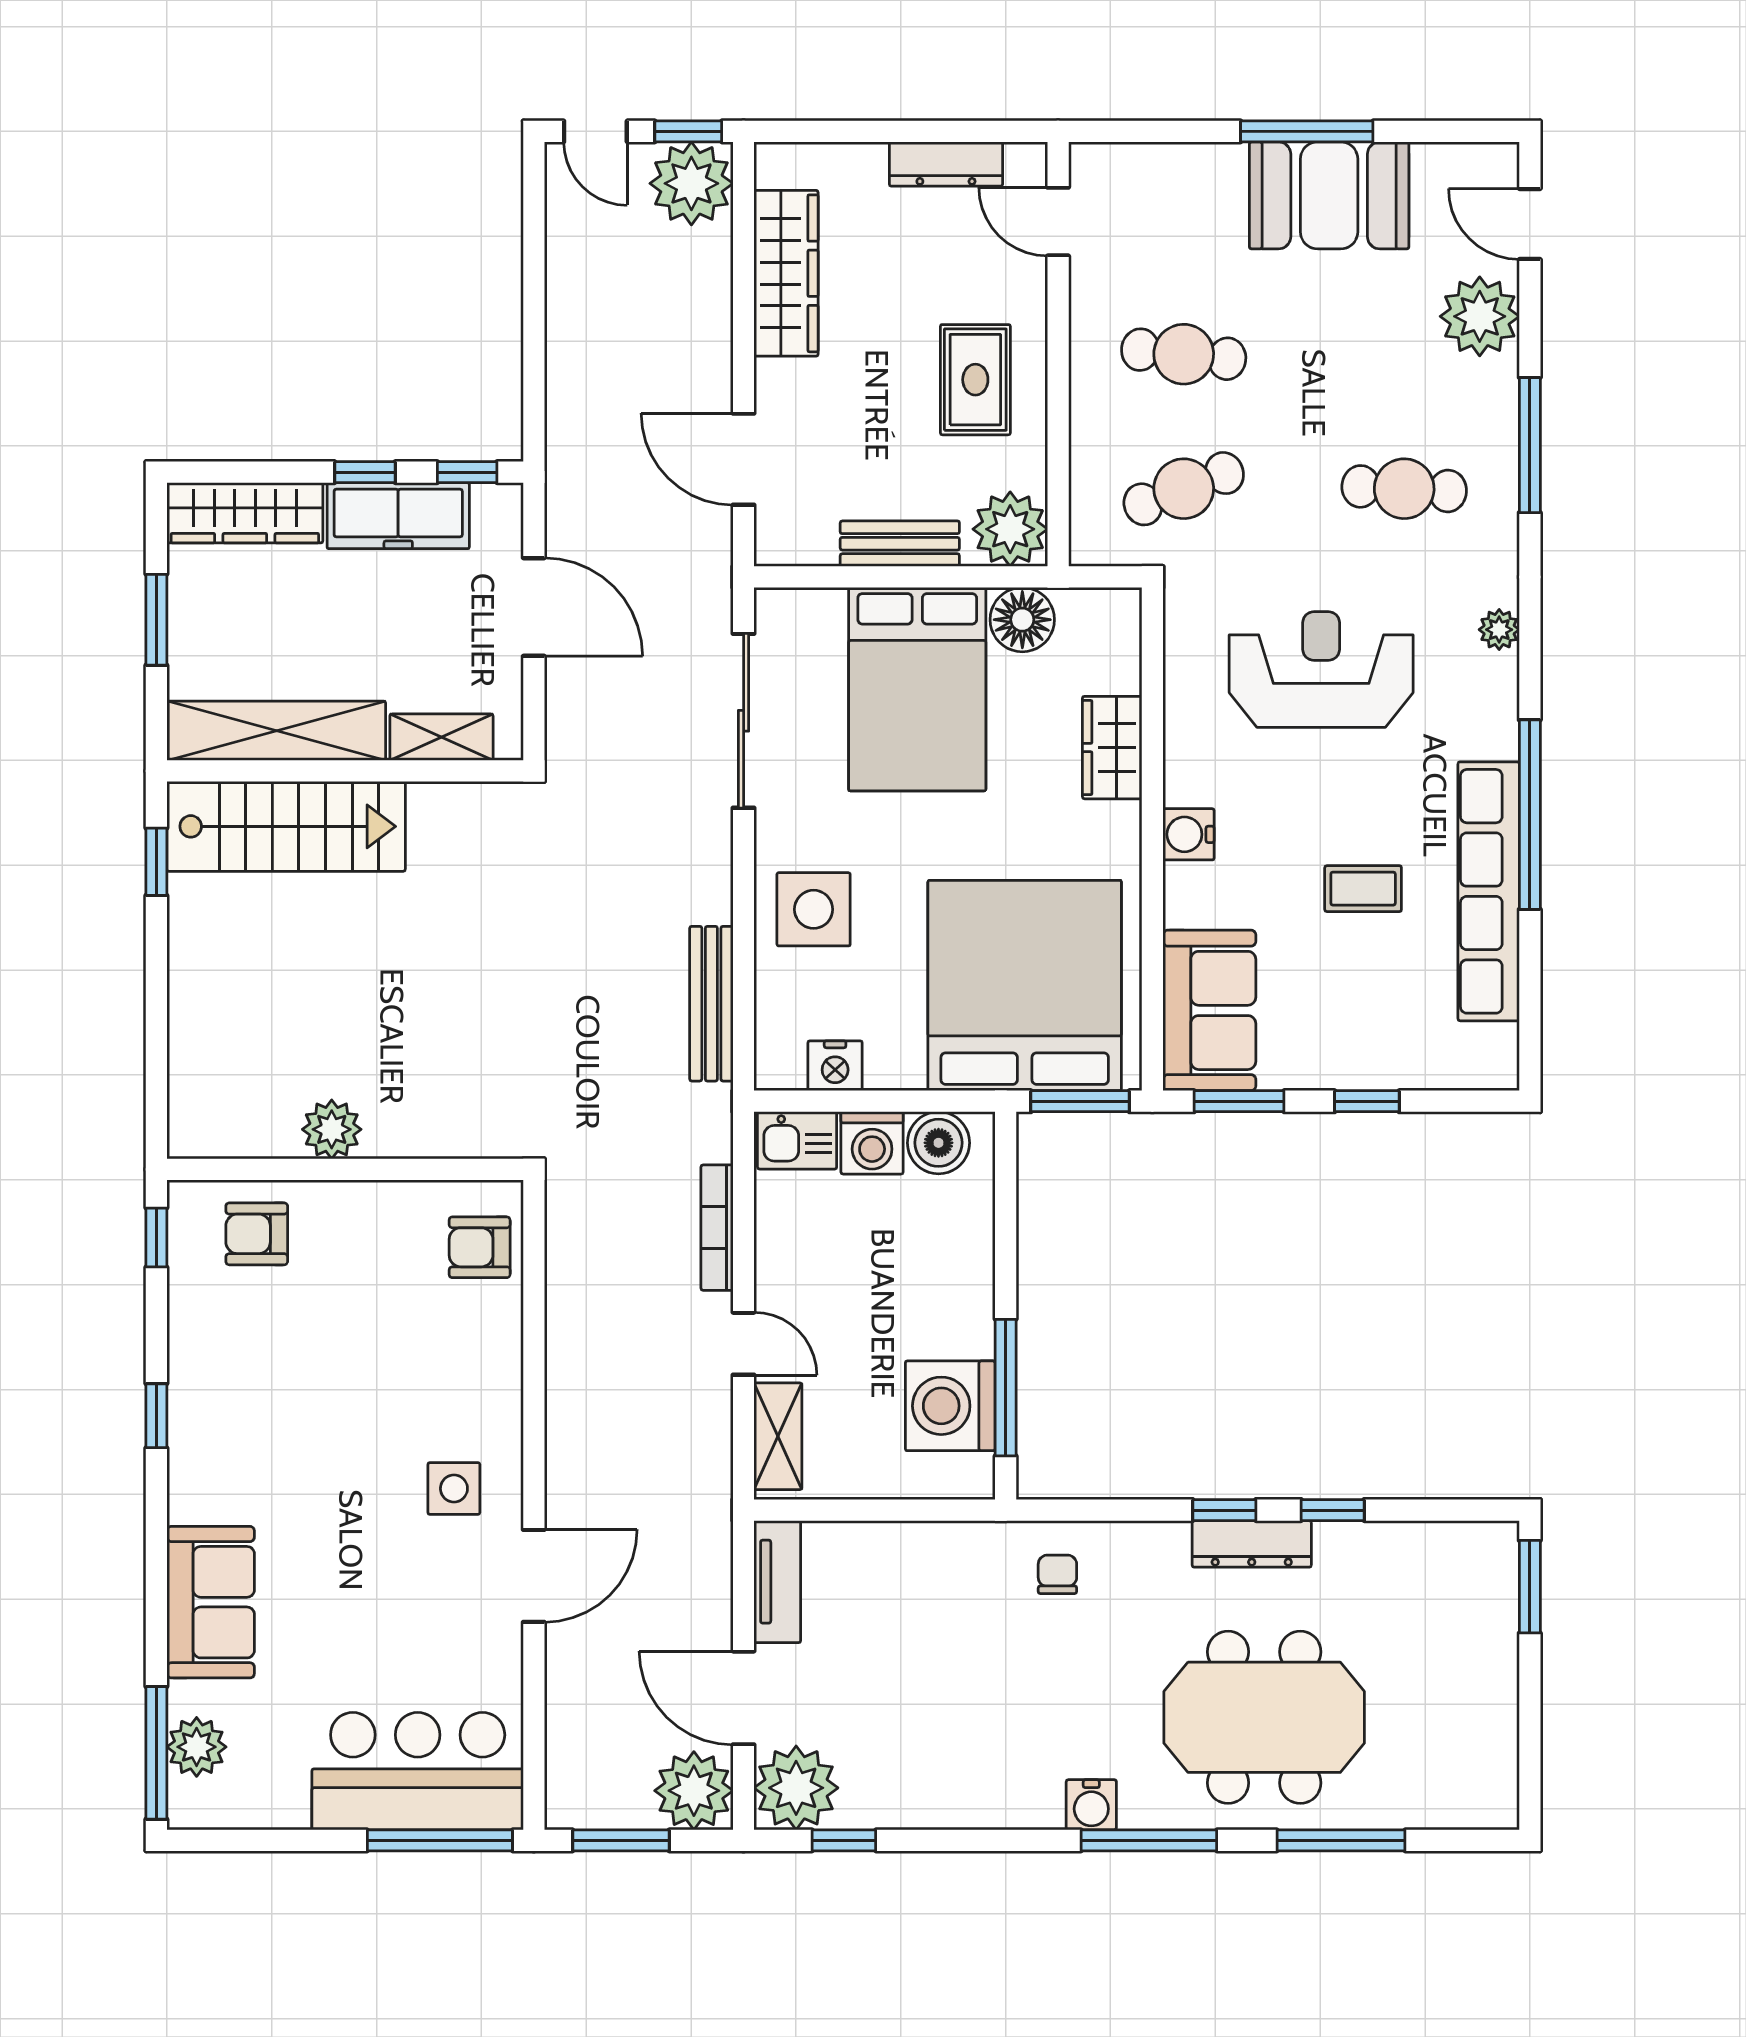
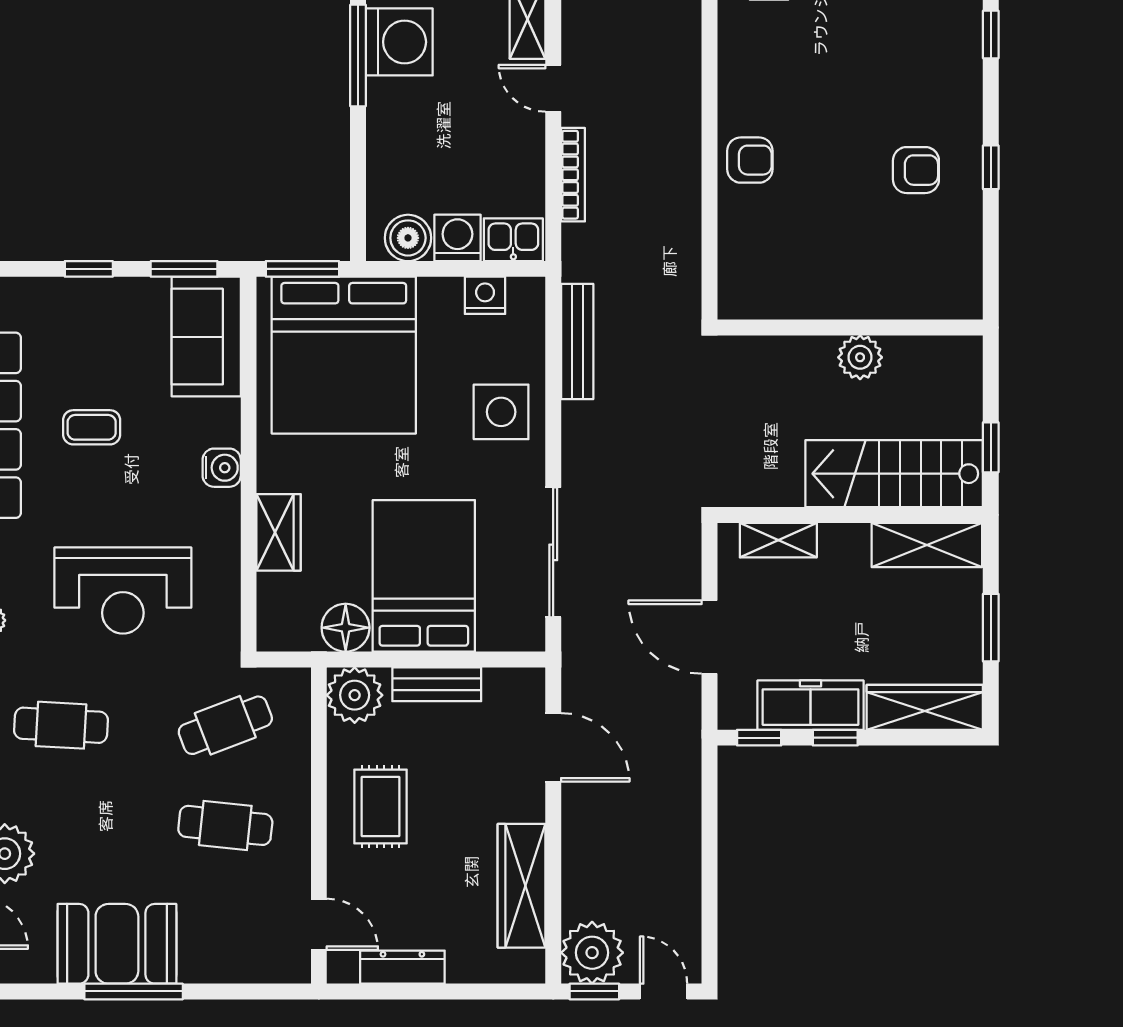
shelving: (277, 731) -> (927, 545), width x0.68
plant: (332, 1129) -> (860, 357), moved
wall: (345, 1169) -> (850, 327), moved

